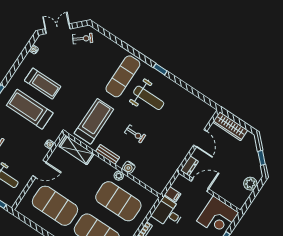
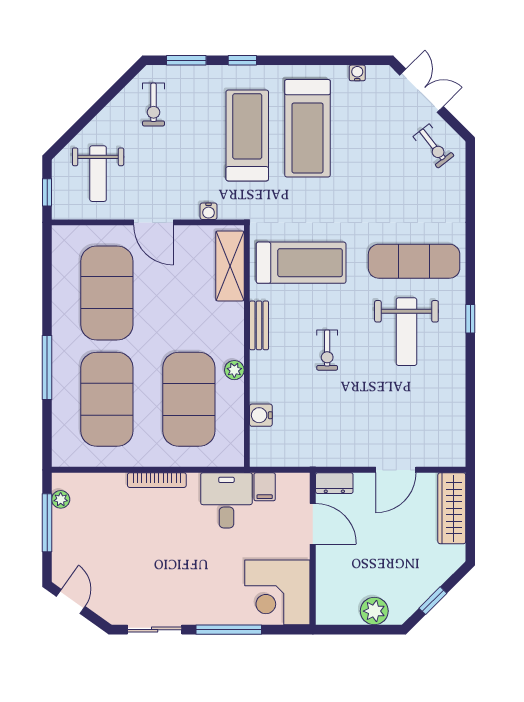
treadmill: (43, 84) -> (307, 128), width x1.37, depth x1.38
water cooler: (129, 167) -> (261, 415), moved

